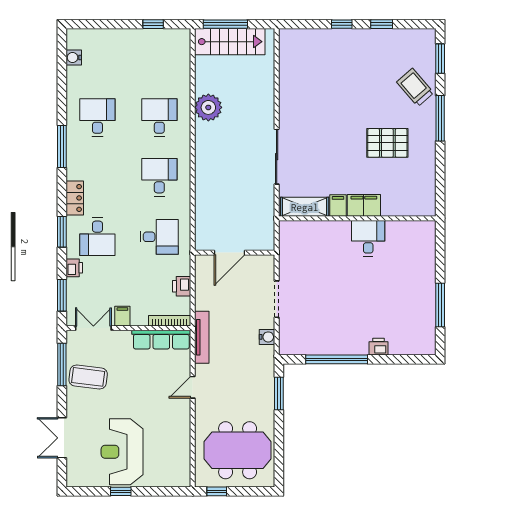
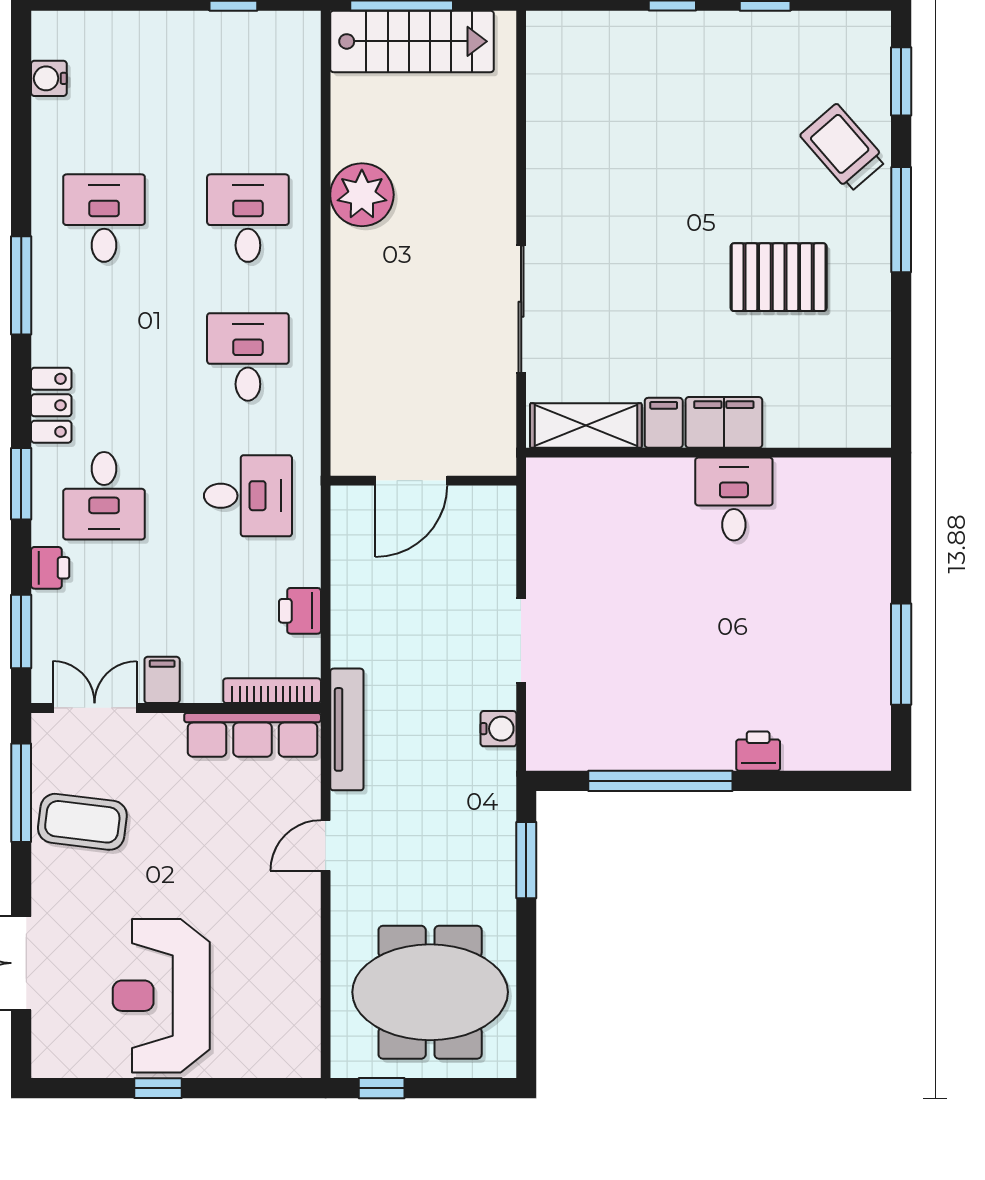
door: (229, 253) -> (411, 481), moved
wall: (235, 253) -> (423, 481), moved

